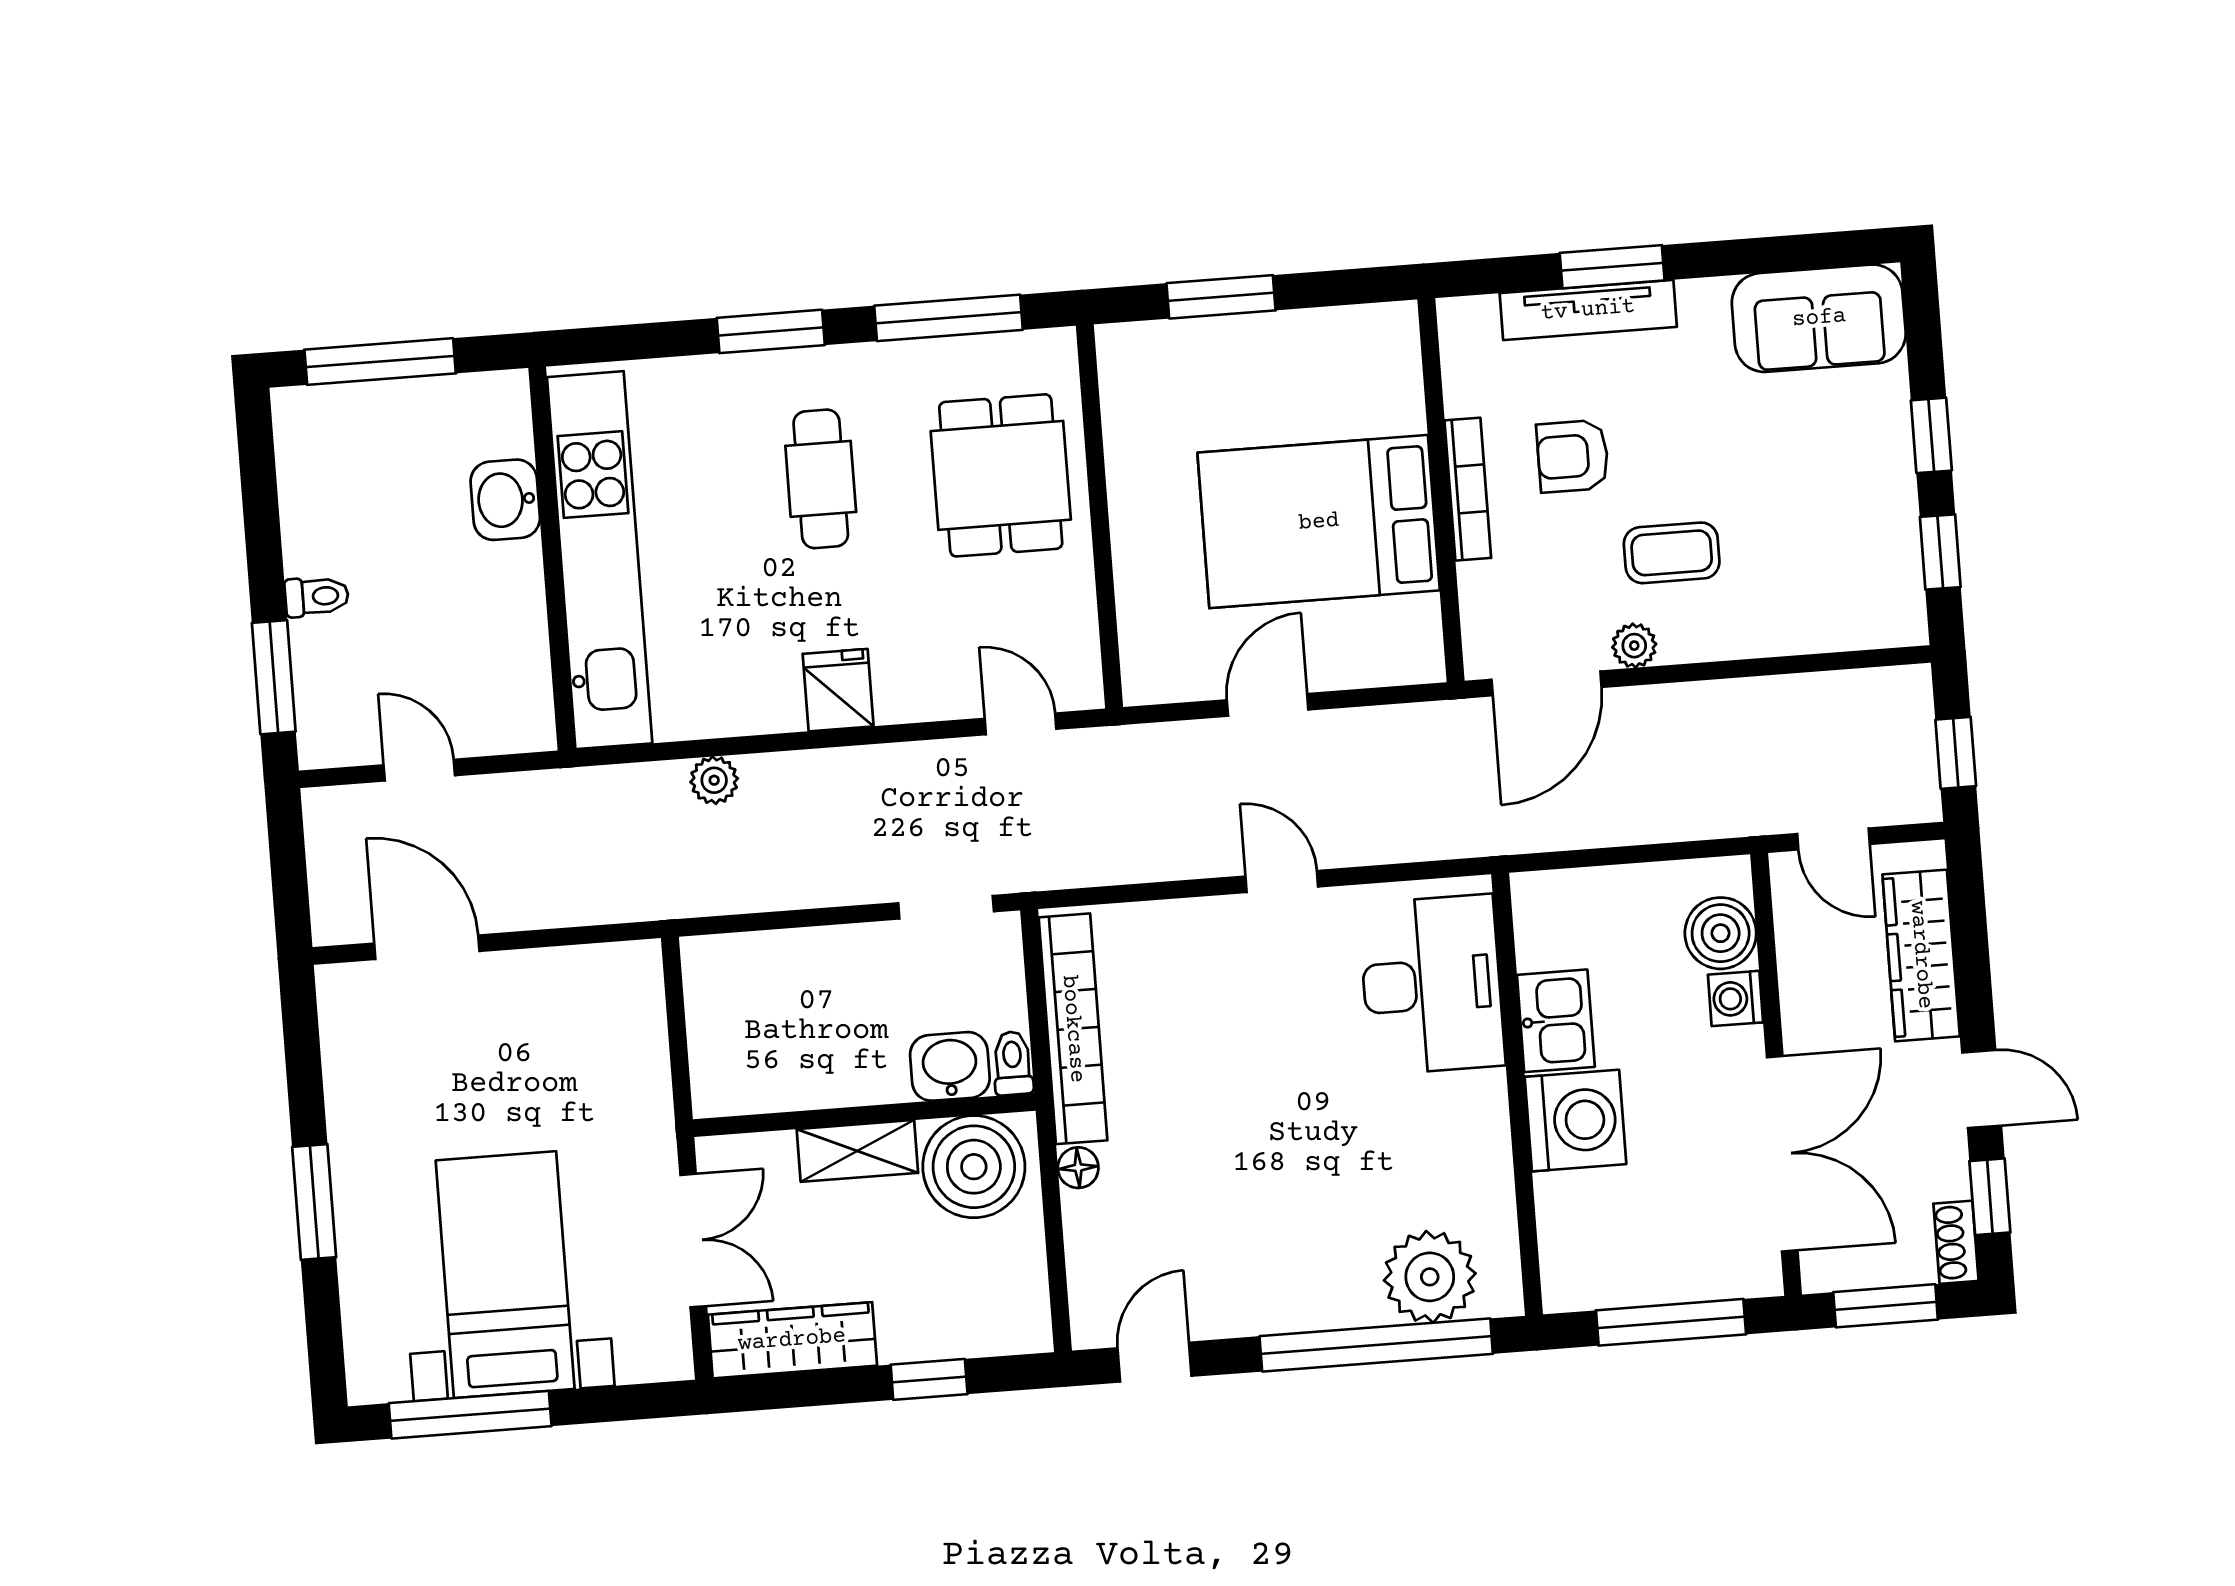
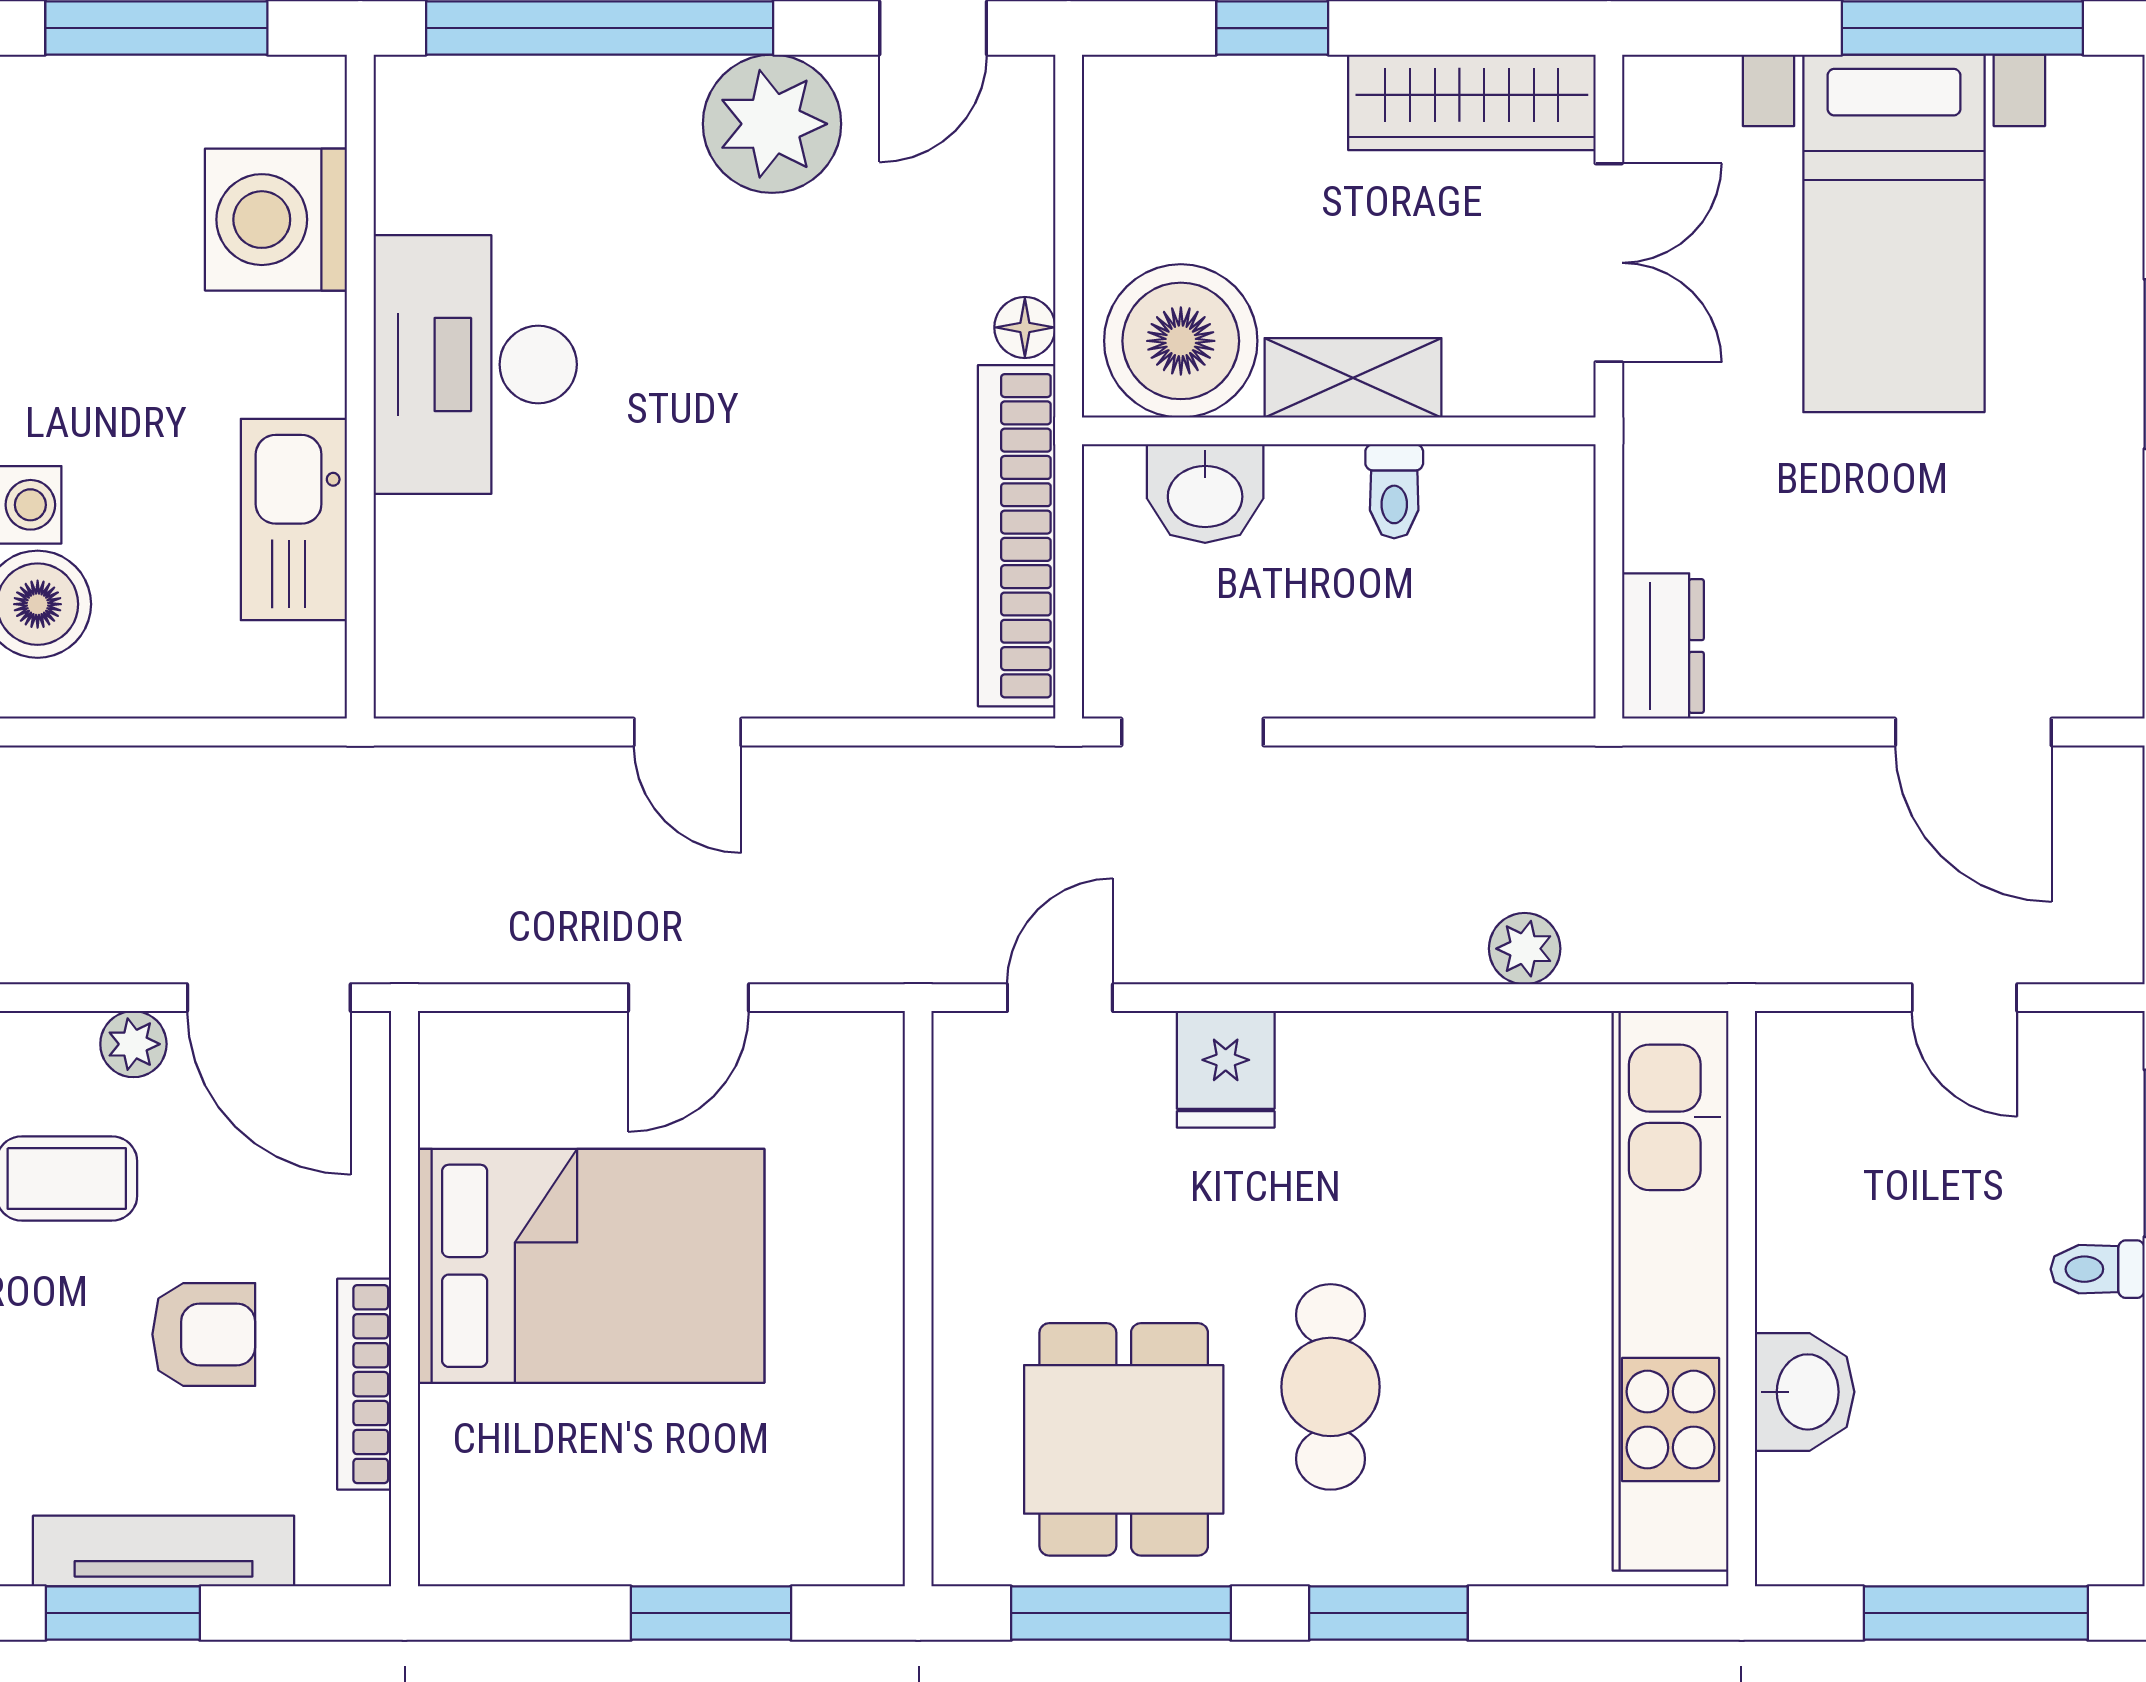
dining table: (1001, 475) -> (1124, 1439), moved
bookcase: (1468, 489) -> (364, 1384), moved
door: (1547, 683) -> (269, 998), swing flipped
fridge: (838, 690) -> (1226, 1069), moved
door: (1021, 724) -> (1060, 998), swing flipped
desk: (1432, 985) -> (475, 364), moved
dresser: (638, 989) -> (1663, 646), added
kitchen sink: (1556, 1021) -> (294, 520), width x1.38
toilet: (1013, 1063) -> (1394, 491), moved
washing machine: (1575, 1121) -> (276, 220), moved
double door: (693, 1241) -> (1609, 263), swing flipped
plant: (1430, 1277) -> (772, 124), moved

